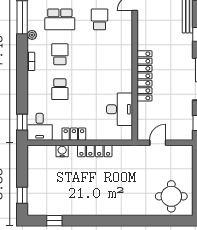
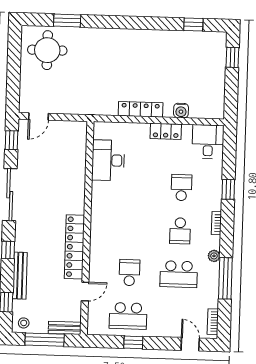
school desk: (60, 19) -> (179, 274), turned 180
school desk: (100, 19) -> (129, 273), turned 180
locker: (145, 76) -> (74, 247), moved
window: (22, 122) -> (228, 189), moved
door: (158, 143) -> (39, 116), moved
window: (156, 221) -> (67, 21), added

